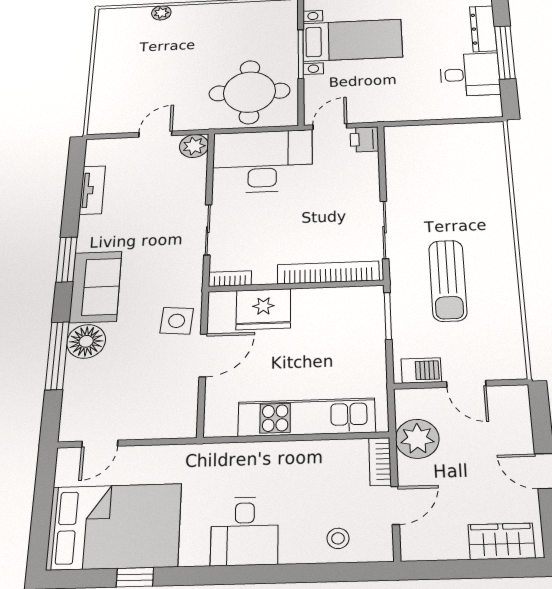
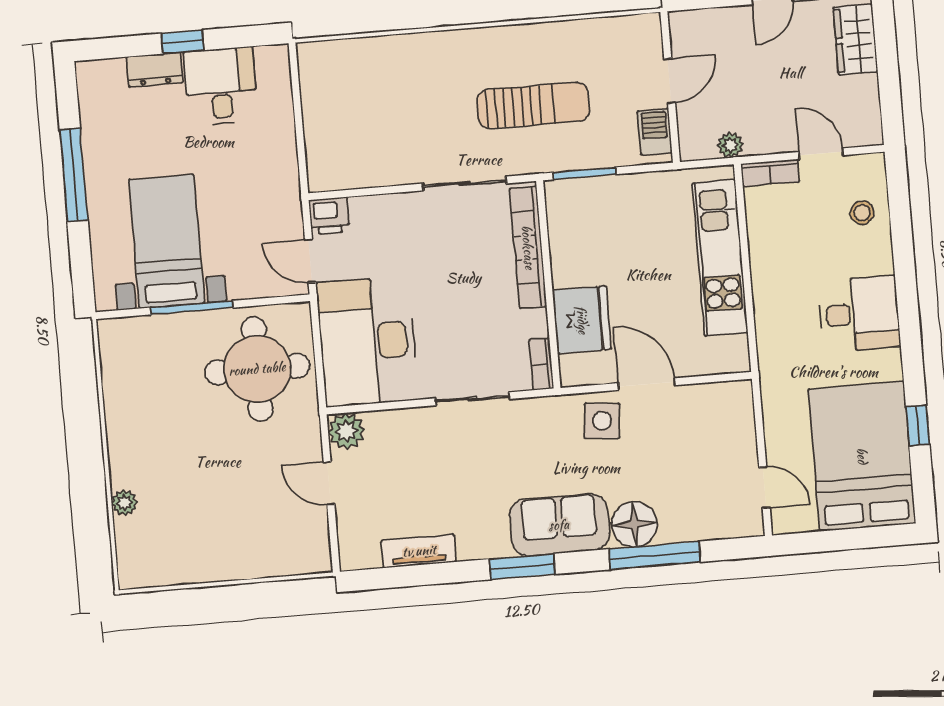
dresser: (483, 29) -> (155, 70), width x0.70
window: (505, 52) -> (182, 42), width x0.46
plant: (417, 439) -> (730, 145), width x0.53, depth x0.53

